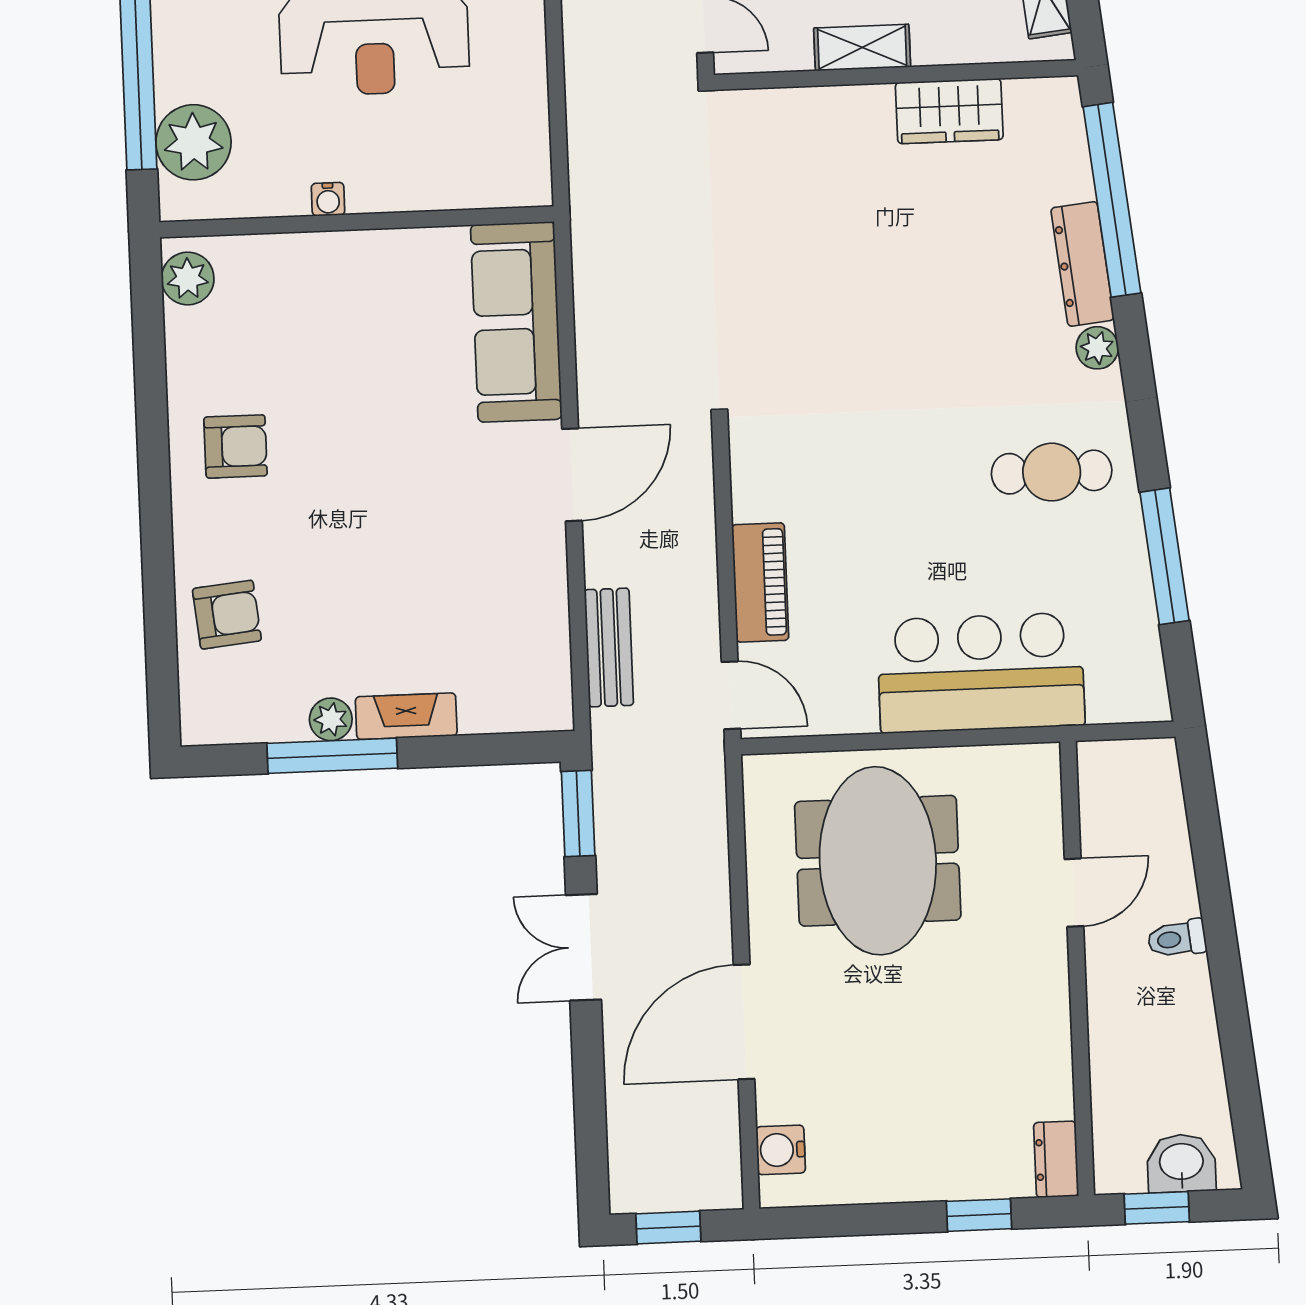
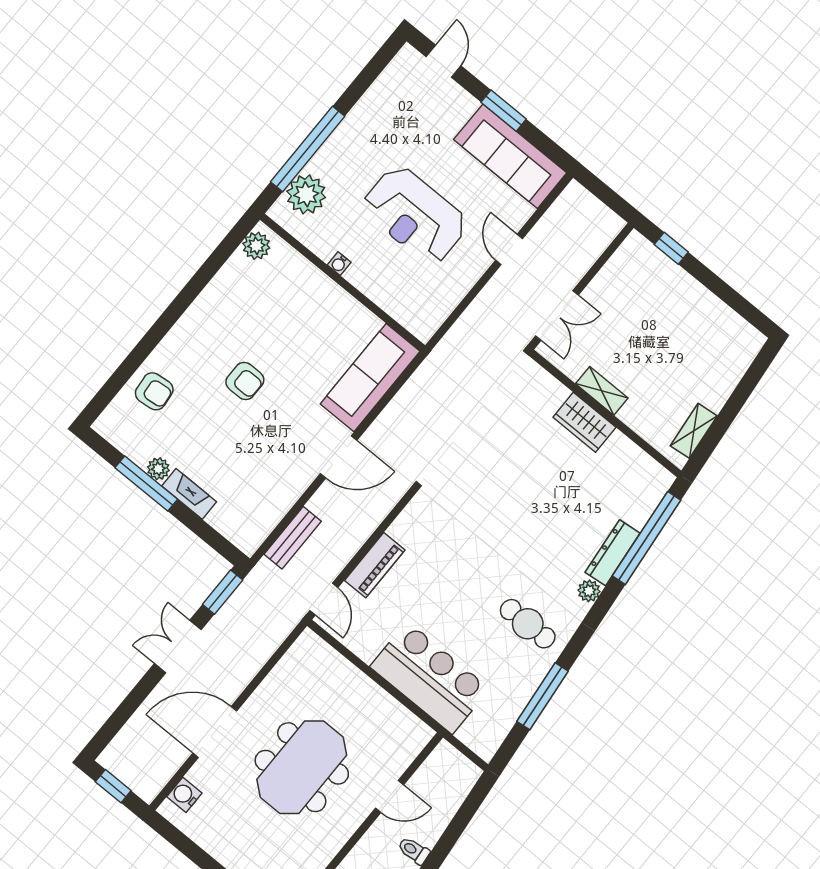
wardrobe: (949, 111) -> (584, 422), moved
armchair: (236, 446) -> (245, 381), moved
meeting table: (878, 861) -> (302, 767), moved

